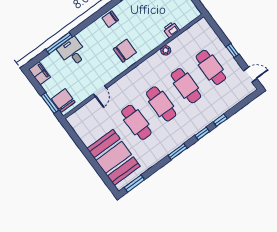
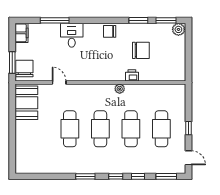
printer: (171, 30) -> (132, 75), moved
plant: (166, 50) -> (120, 89), moved
chair: (125, 51) -> (141, 50), moved
desk: (72, 52) -> (72, 35), moved
door: (100, 91) -> (59, 83), swing flipped
booth: (114, 157) -> (26, 103), moved, width x0.73, depth x0.70
window: (134, 184) -> (166, 176), moved

